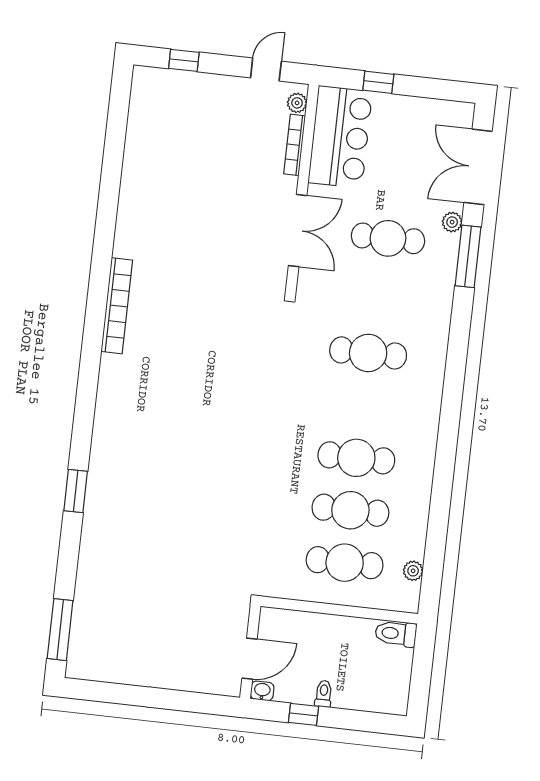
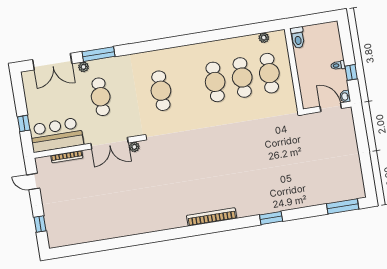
plant: (297, 103) -> (134, 147), moved
double door: (298, 231) -> (109, 143), swing flipped
bookcase: (117, 306) -> (212, 217), moved

